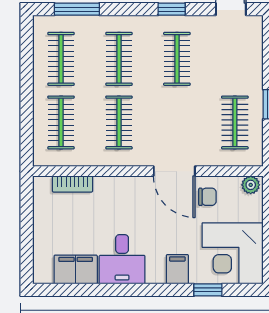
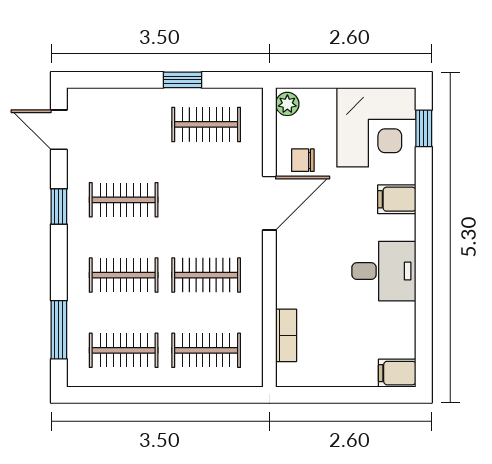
chair: (207, 197) -> (303, 160), turned -90
filing cabinet: (76, 270) -> (397, 373), moved, width x0.50
window: (208, 290) -> (424, 128), moved

